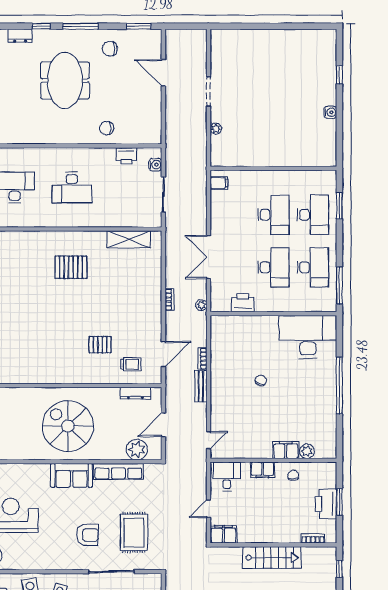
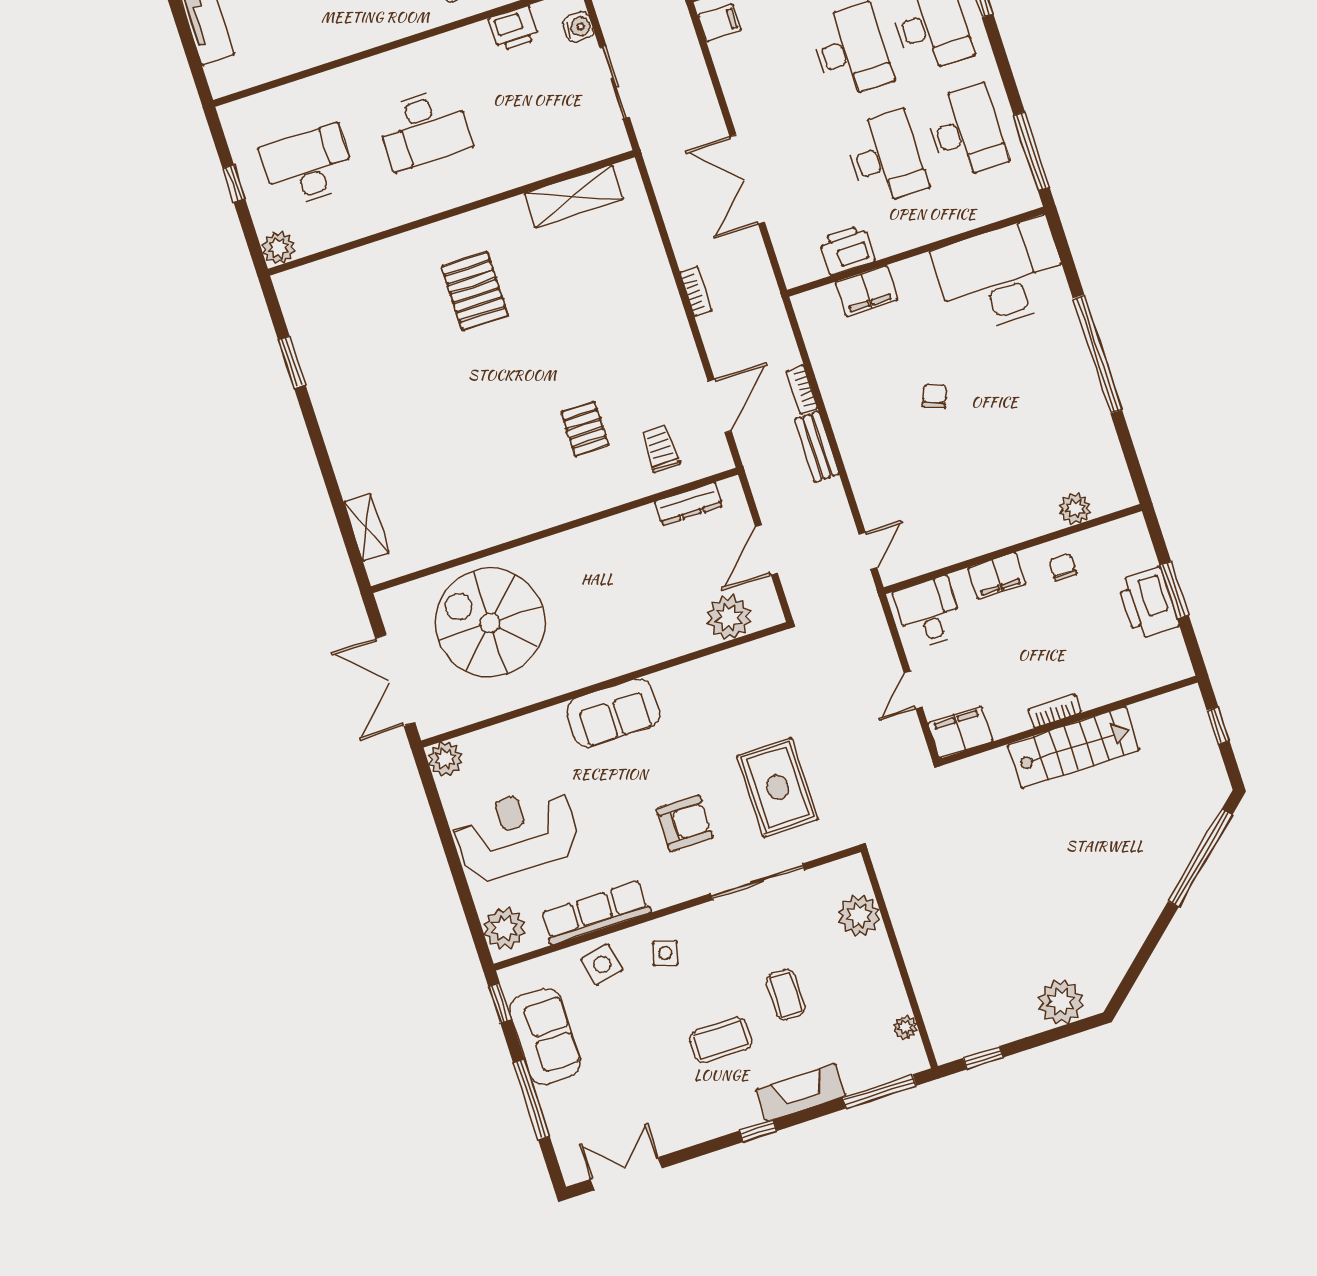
pallet: (71, 267) -> (475, 291), turned 90
plant: (201, 305) -> (764, 282), removed
pallet: (100, 345) -> (585, 429), turned 90
trolley: (131, 364) -> (660, 449), turned -90
spiral stairs: (68, 426) -> (490, 623), moved
filing cabinet: (286, 450) -> (866, 291), moved, turned 180
row of seats: (118, 471) -> (596, 913), moved, turned 180
bookcase: (313, 539) -> (1054, 711), moved

